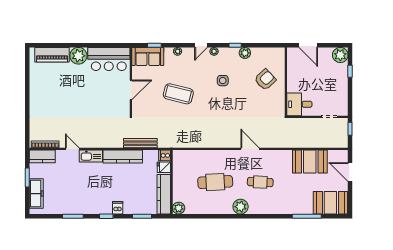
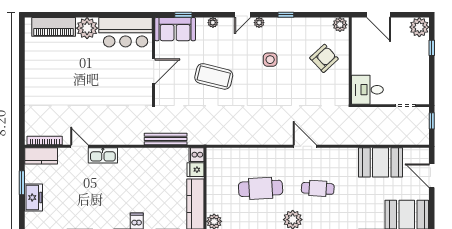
plant: (245, 53) -> (340, 25), moved
kitchen counter: (123, 156) -> (143, 156), removed
freezer: (36, 194) -> (33, 198), width x0.71

